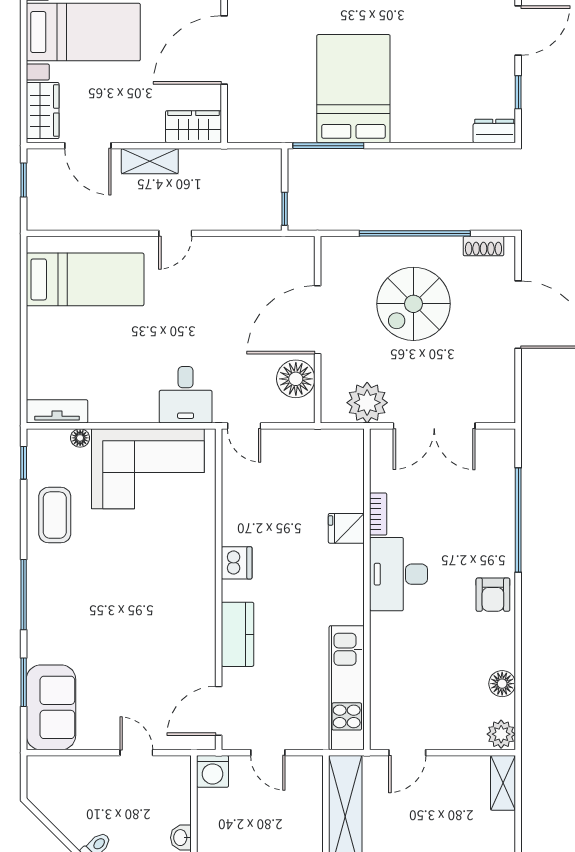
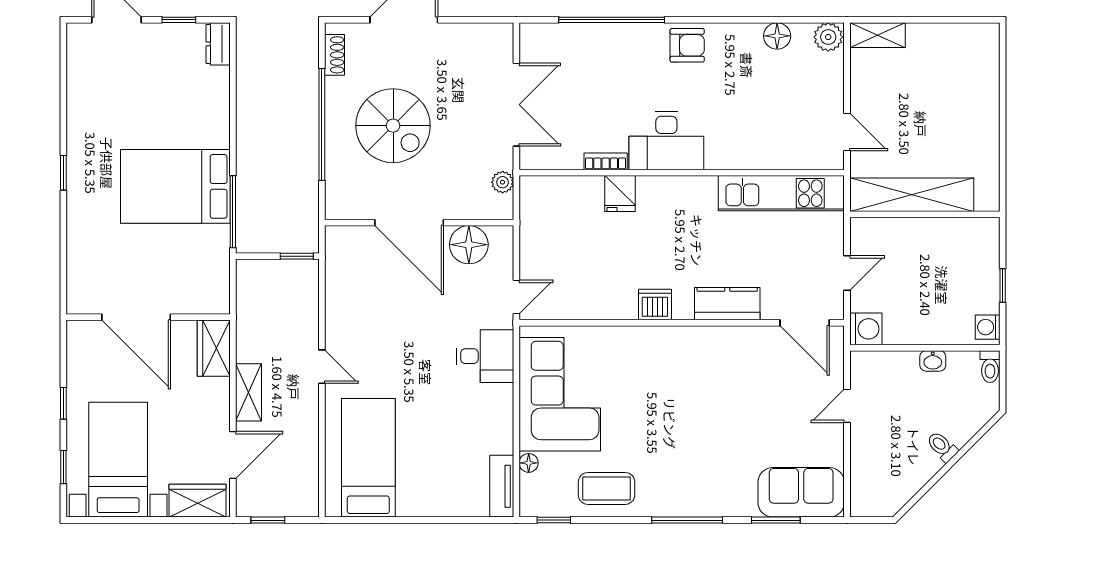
plant: (367, 403) -> (503, 182), width x0.53, depth x0.53

